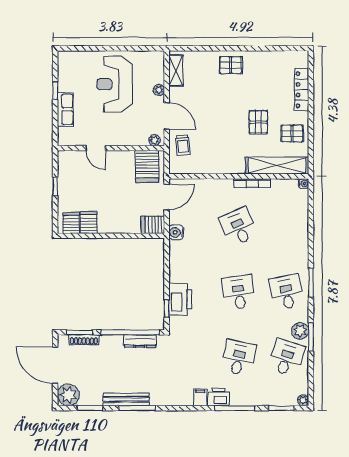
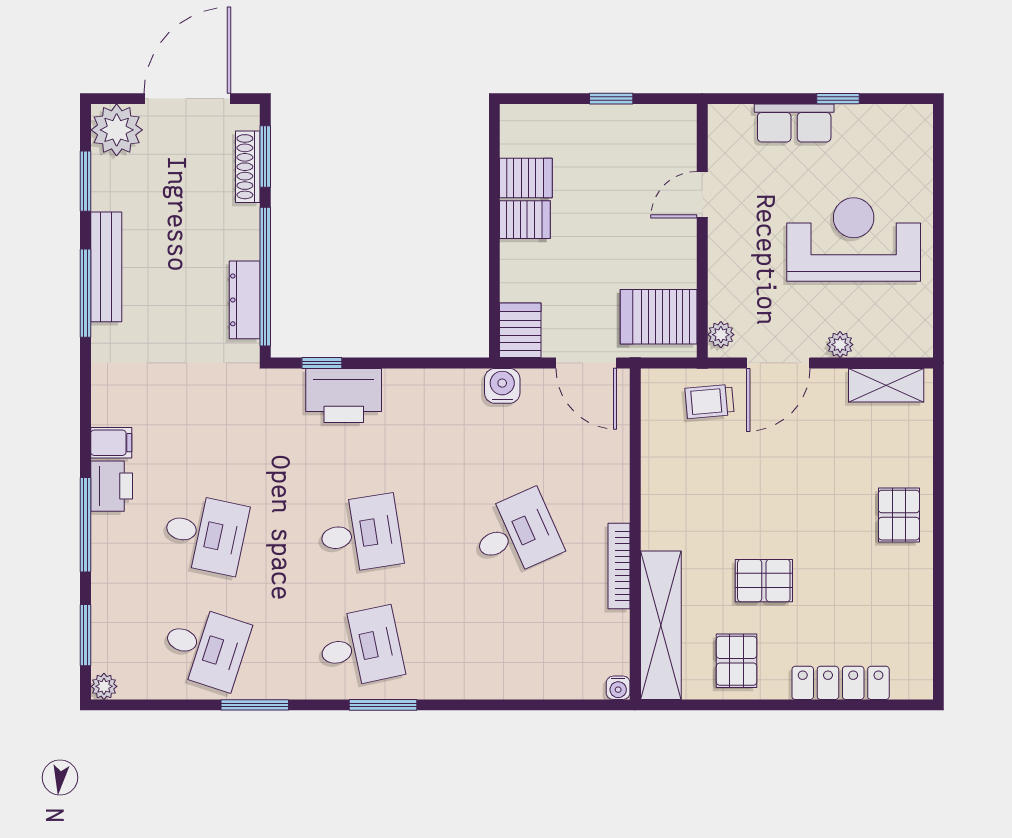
server rack: (71, 223) -> (525, 220), moved
plant: (300, 331) -> (269, 680), removed

